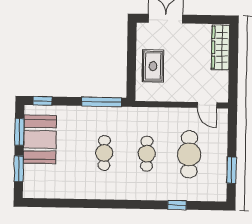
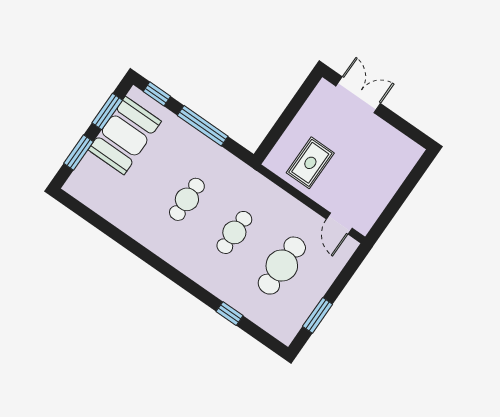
wardrobe: (221, 47) -> (398, 169), removed
rug: (153, 66) -> (310, 163), moved
window: (102, 102) -> (203, 126), moved

